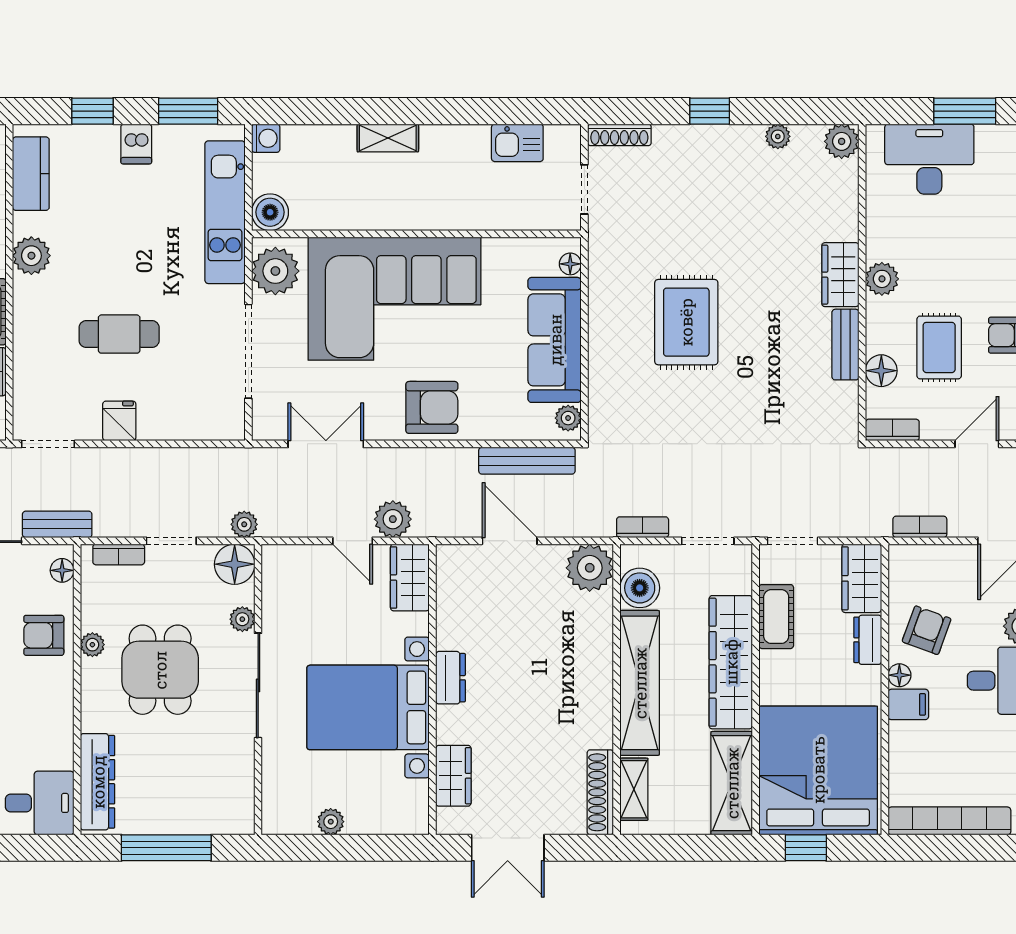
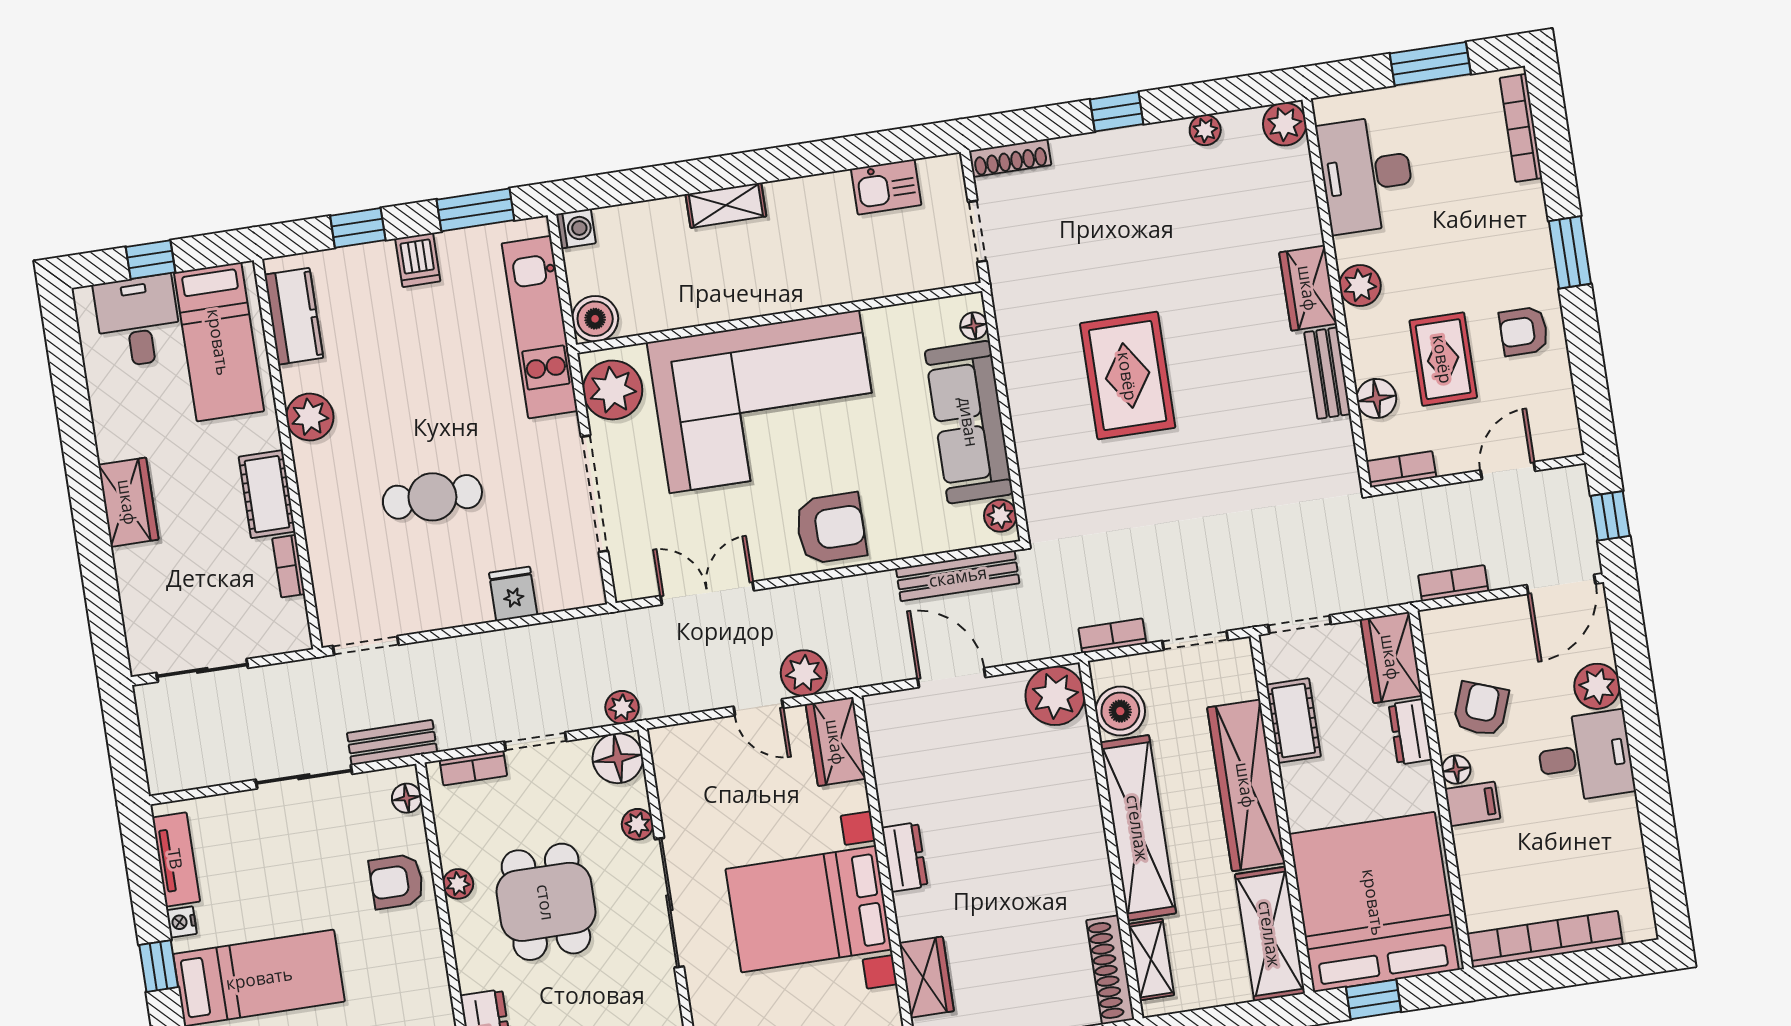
desk: (929, 159) -> (1366, 174), moved, turned -90
fridge: (119, 421) -> (513, 594), moved

